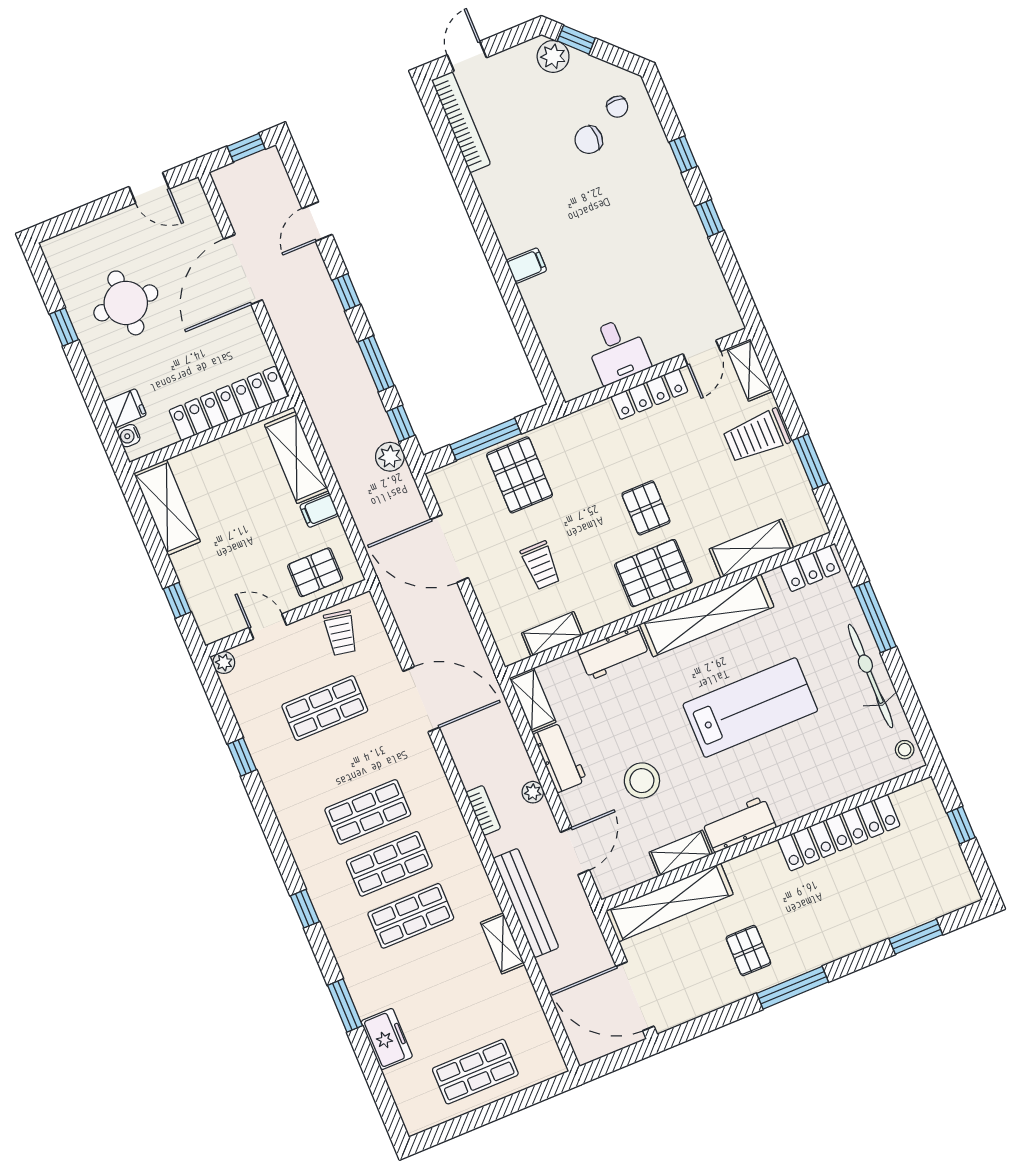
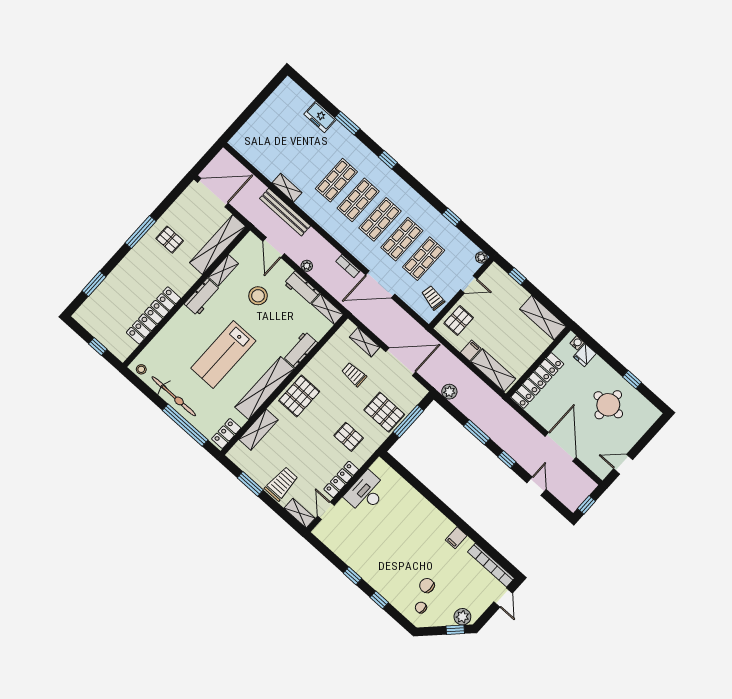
chair: (589, 140) -> (427, 586), turned -90
filing cabinet: (527, 266) -> (456, 538), moved
desk: (617, 351) -> (366, 493), width x1.37
window: (401, 423) -> (452, 410), removed
pallet: (646, 508) -> (349, 437), moved
window: (875, 617) -> (185, 425), width x1.46
shelving: (552, 634) -> (365, 342), moved, turned 90
bookcase: (483, 810) -> (348, 266), moved
shop shelf: (475, 1072) -> (402, 239), moved

